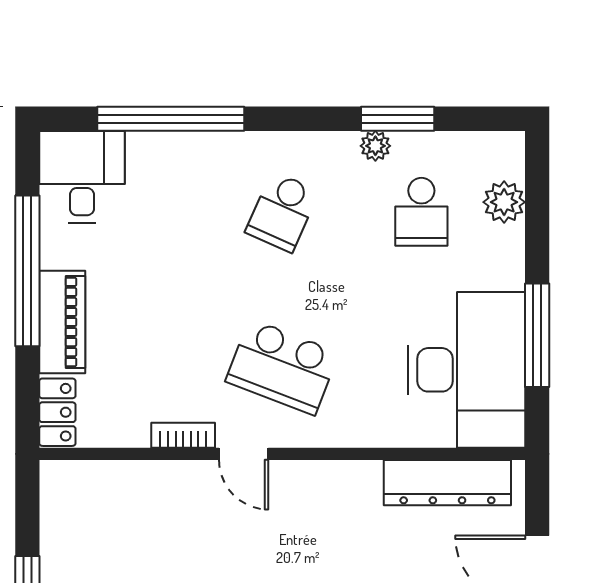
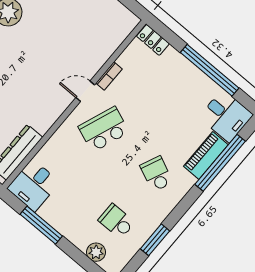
plant: (375, 146) -> (152, 225), removed
piano: (62, 322) -> (206, 156), moved, turned 90
desk: (467, 370) -> (33, 185), width x0.53, depth x0.77

